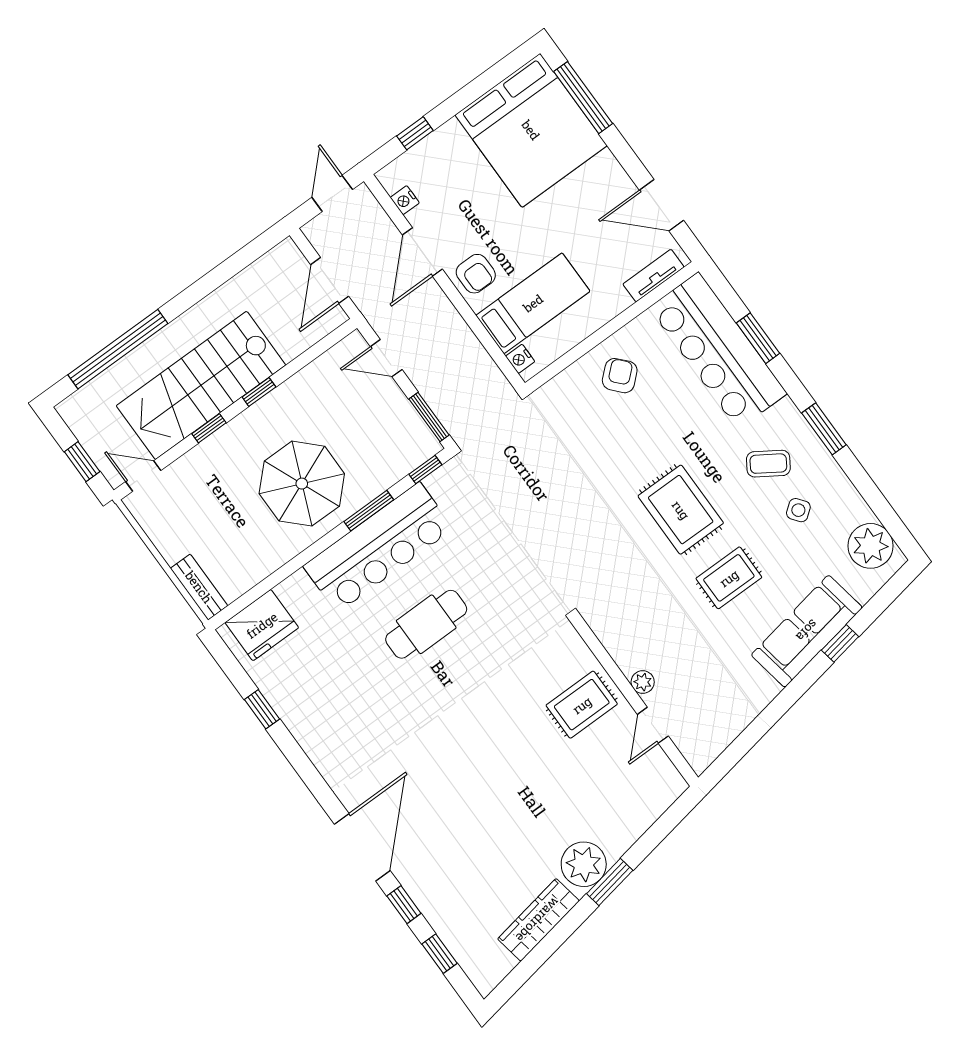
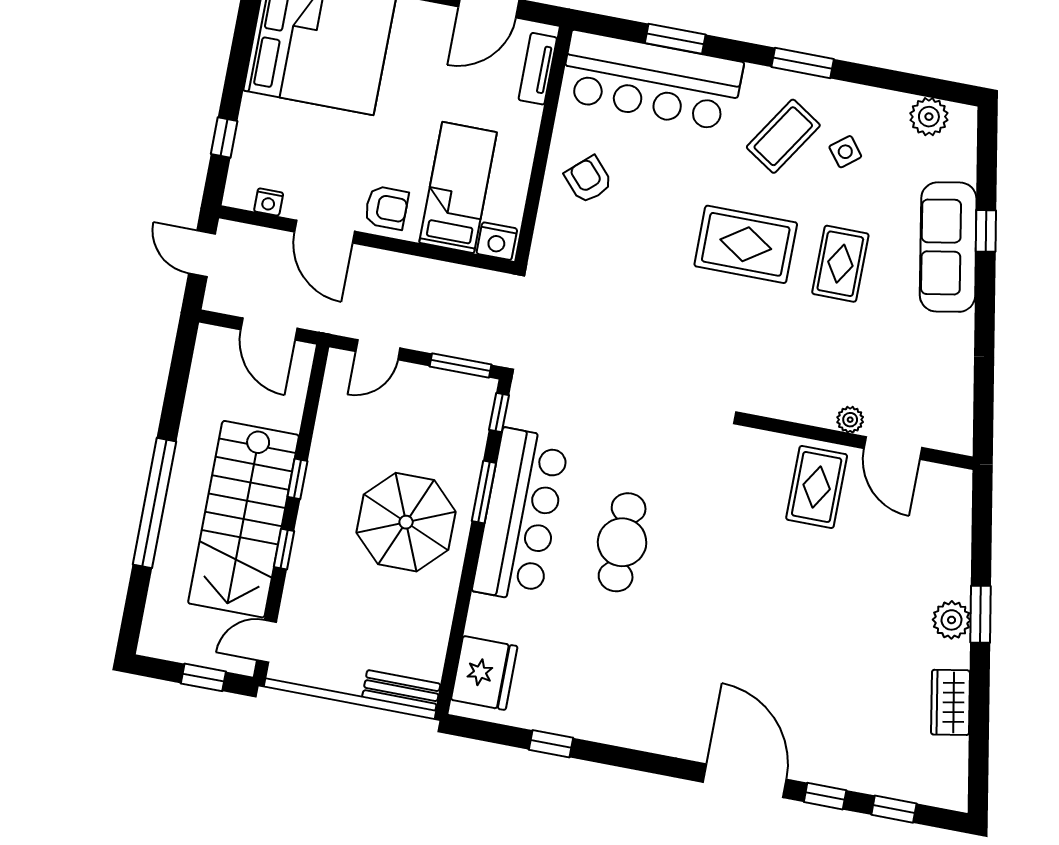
window: (118, 349) -> (154, 503), moved
nightstand: (520, 359) -> (497, 241), width x1.39, depth x1.35
coffee table: (768, 464) -> (783, 136), width x1.36, depth x1.30
plant: (871, 546) -> (929, 117), width x0.73, depth x0.73
door: (653, 725) -> (893, 448), width x1.38
plant: (584, 864) -> (952, 620), width x0.73, depth x0.73
wardrobe: (538, 920) -> (950, 702), width x0.67

